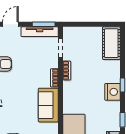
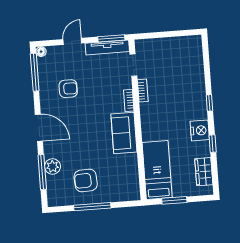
cot: (111, 43) -> (193, 55), removed
nightstand: (112, 92) -> (200, 130), moved

